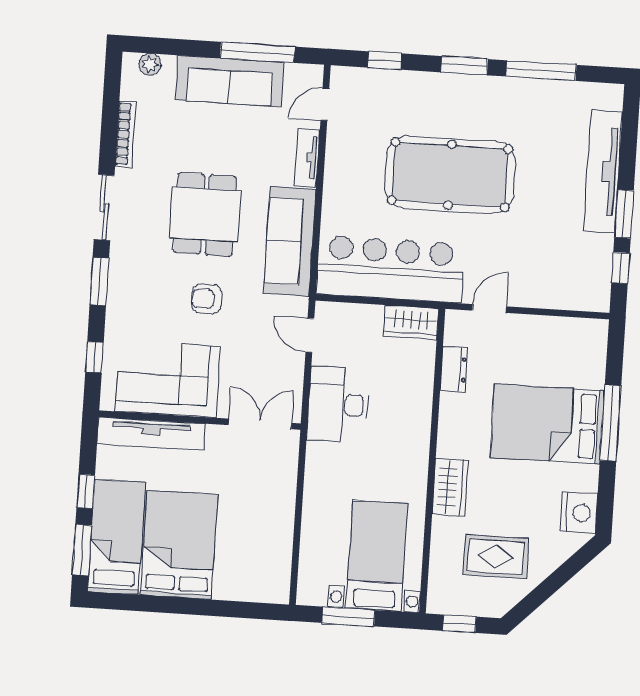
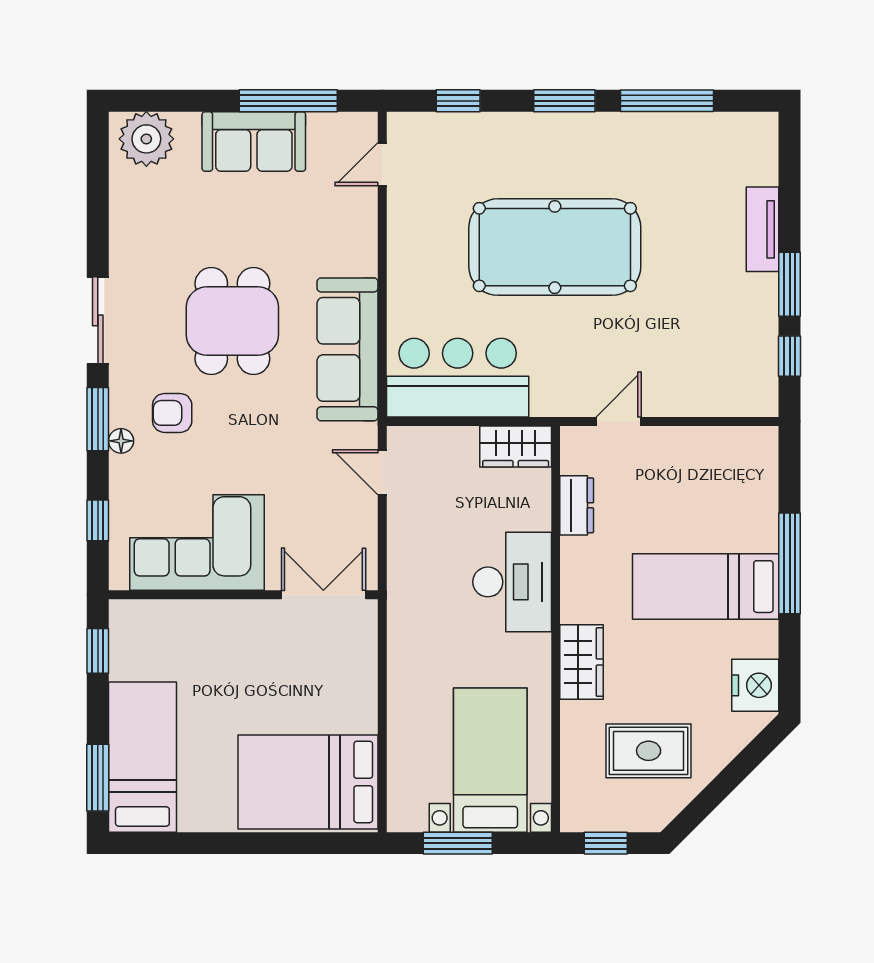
plant: (150, 64) -> (146, 139), width x1.88, depth x1.88
sofa: (230, 81) -> (254, 142), width x0.73
bookcase: (125, 134) -> (120, 221), removed
tv unit: (307, 157) -> (363, 236), removed
tv unit: (603, 171) -> (763, 229), width x0.52, depth x0.78
bar counter: (390, 269) -> (458, 378), width x0.73
floor lamp: (116, 299) -> (121, 441), added
armchair: (207, 299) -> (172, 413), moved
desk: (338, 405) -> (512, 582), moved, turned 180
bed: (547, 424) -> (706, 587), width x0.67
tv unit: (151, 434) -> (180, 617), removed
window: (86, 491) -> (98, 651), moved
bed: (179, 545) -> (308, 782), moved, turned -90

